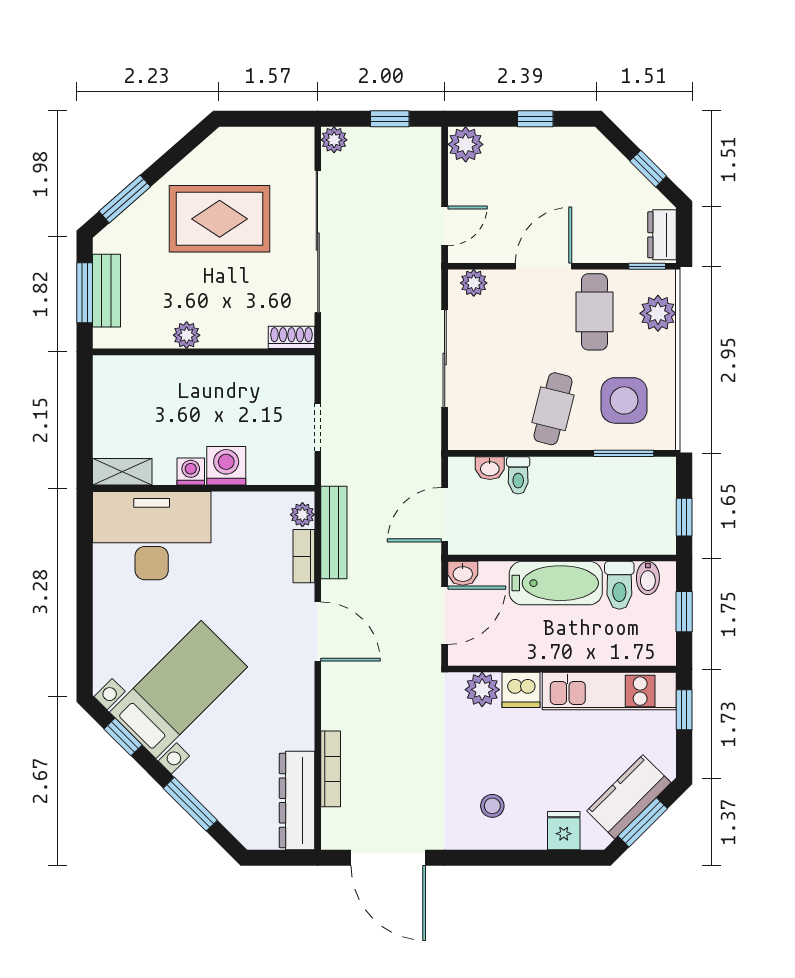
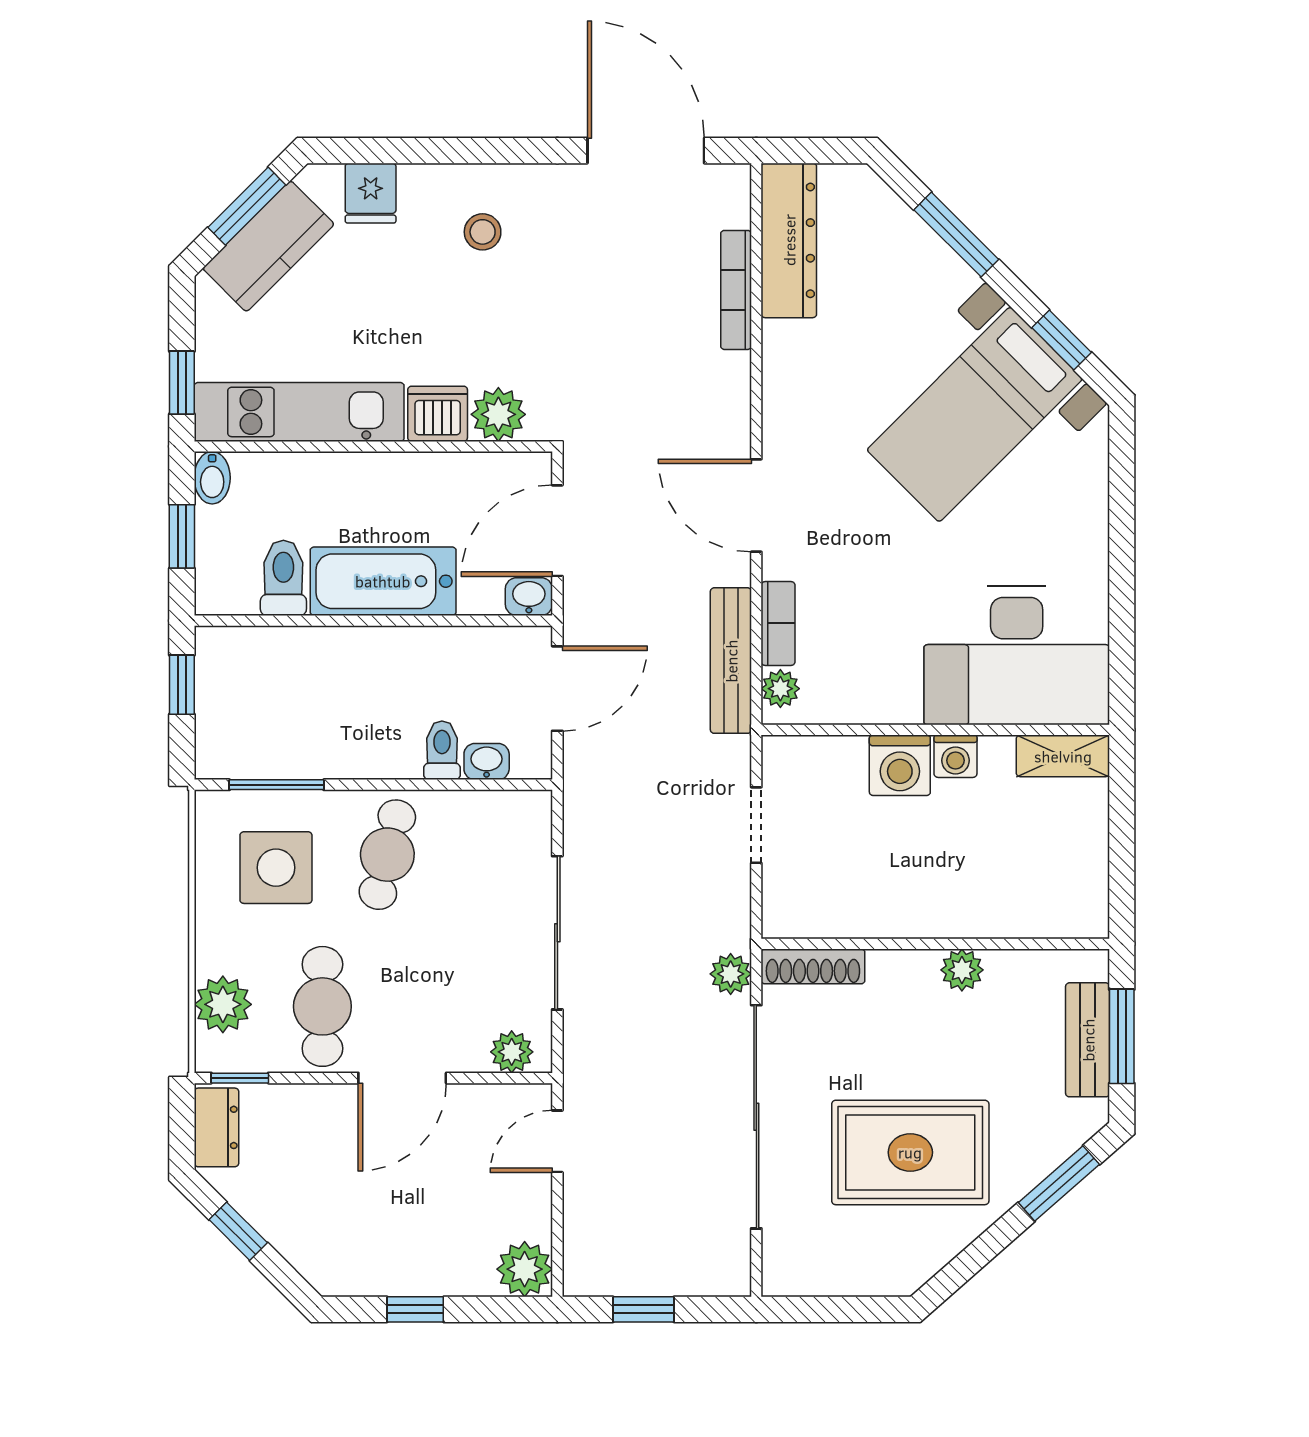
plant: (334, 140) -> (731, 974), moved
shoe rack: (291, 337) -> (813, 966), width x1.43
bidet: (648, 578) -> (212, 478), moved, turned 180

